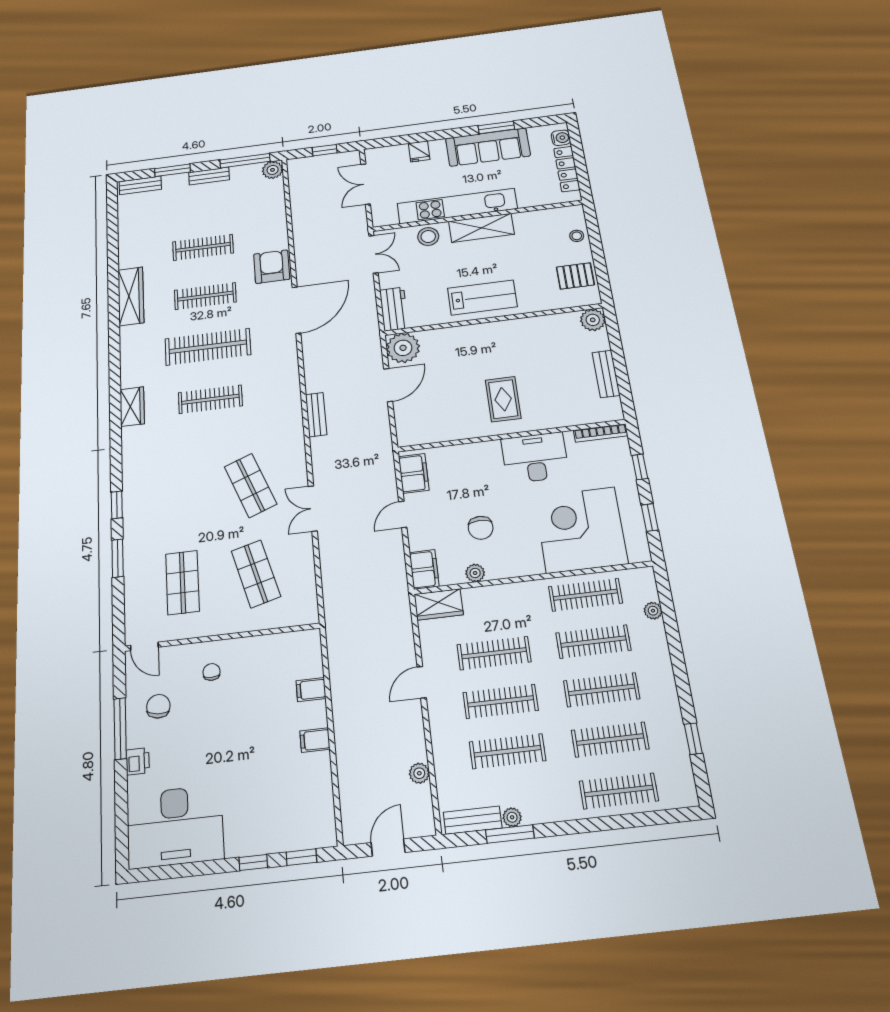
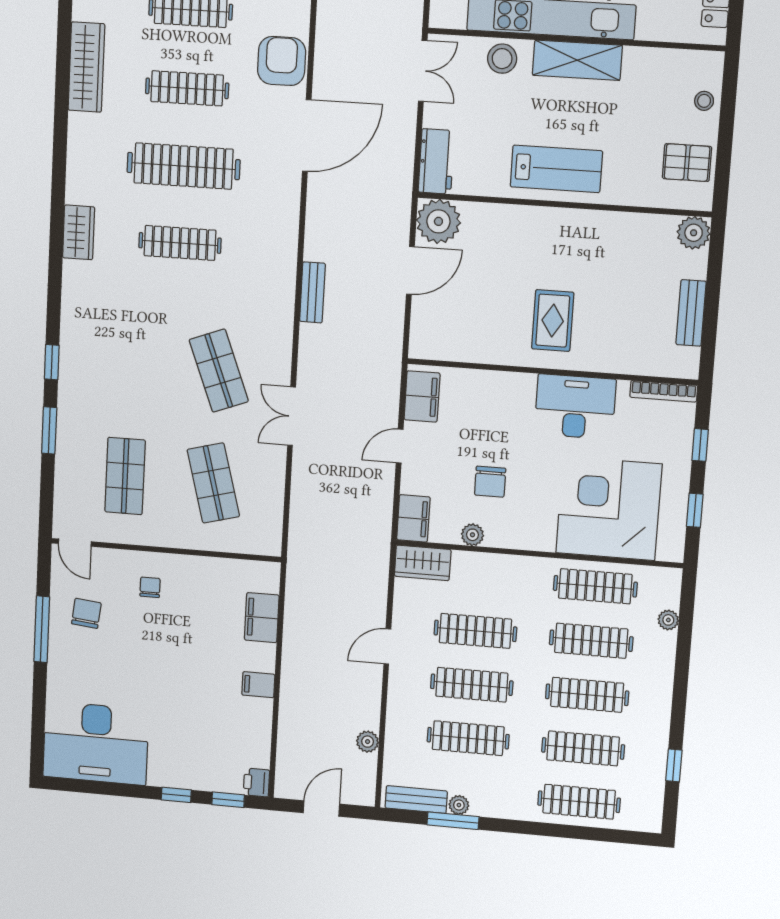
filing cabinet: (311, 690) -> (262, 618), width x2.00
printer: (138, 761) -> (256, 782), moved, turned 180

